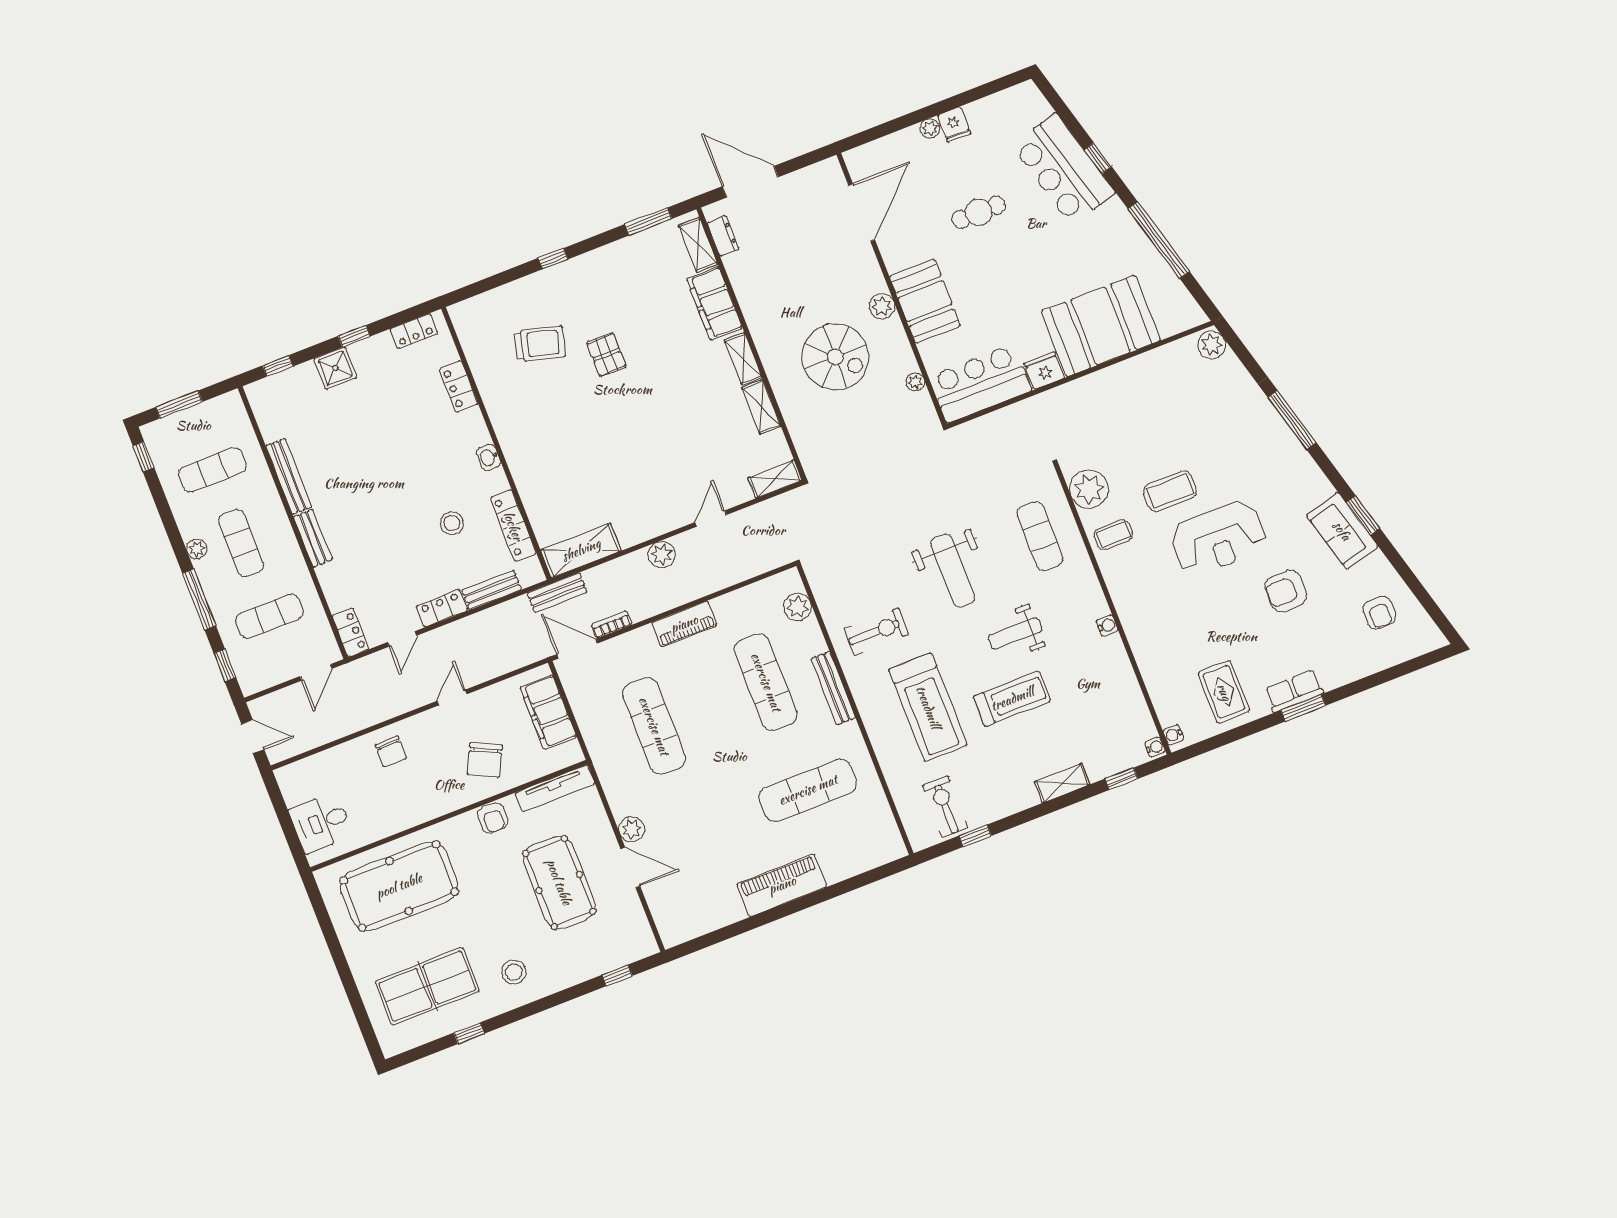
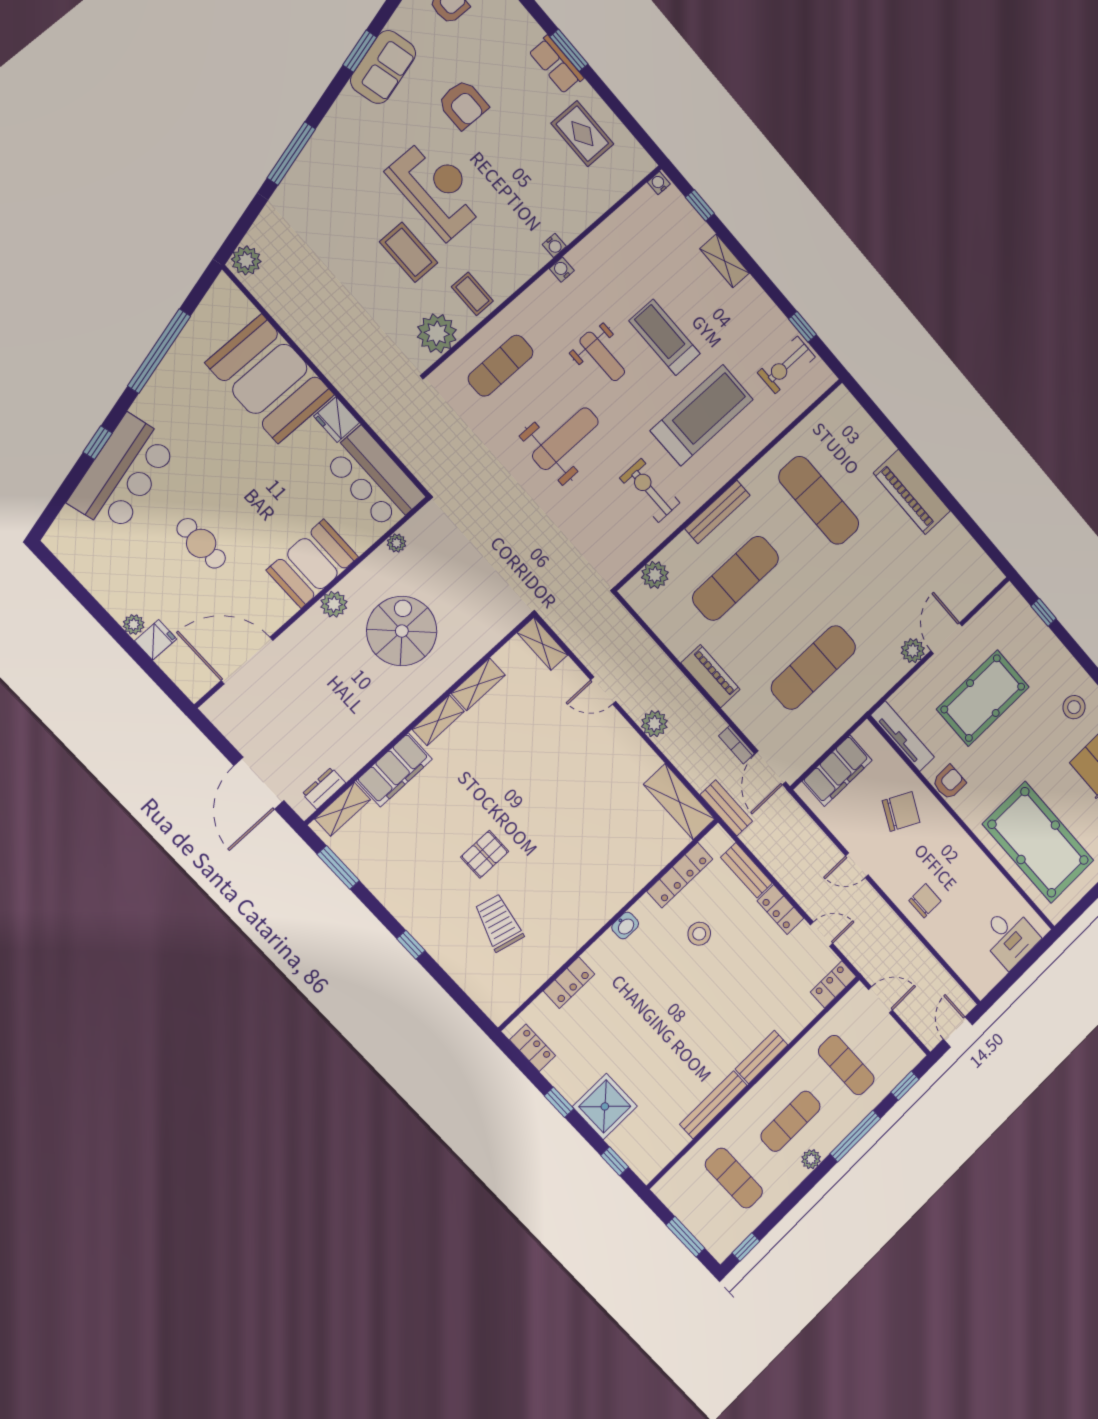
fridge: (954, 125) -> (156, 640), moved
shower: (335, 368) -> (605, 1106), width x1.36, depth x1.36
rug: (1224, 692) -> (582, 134), turned 90
water cooler: (1173, 735) -> (554, 245), moved

